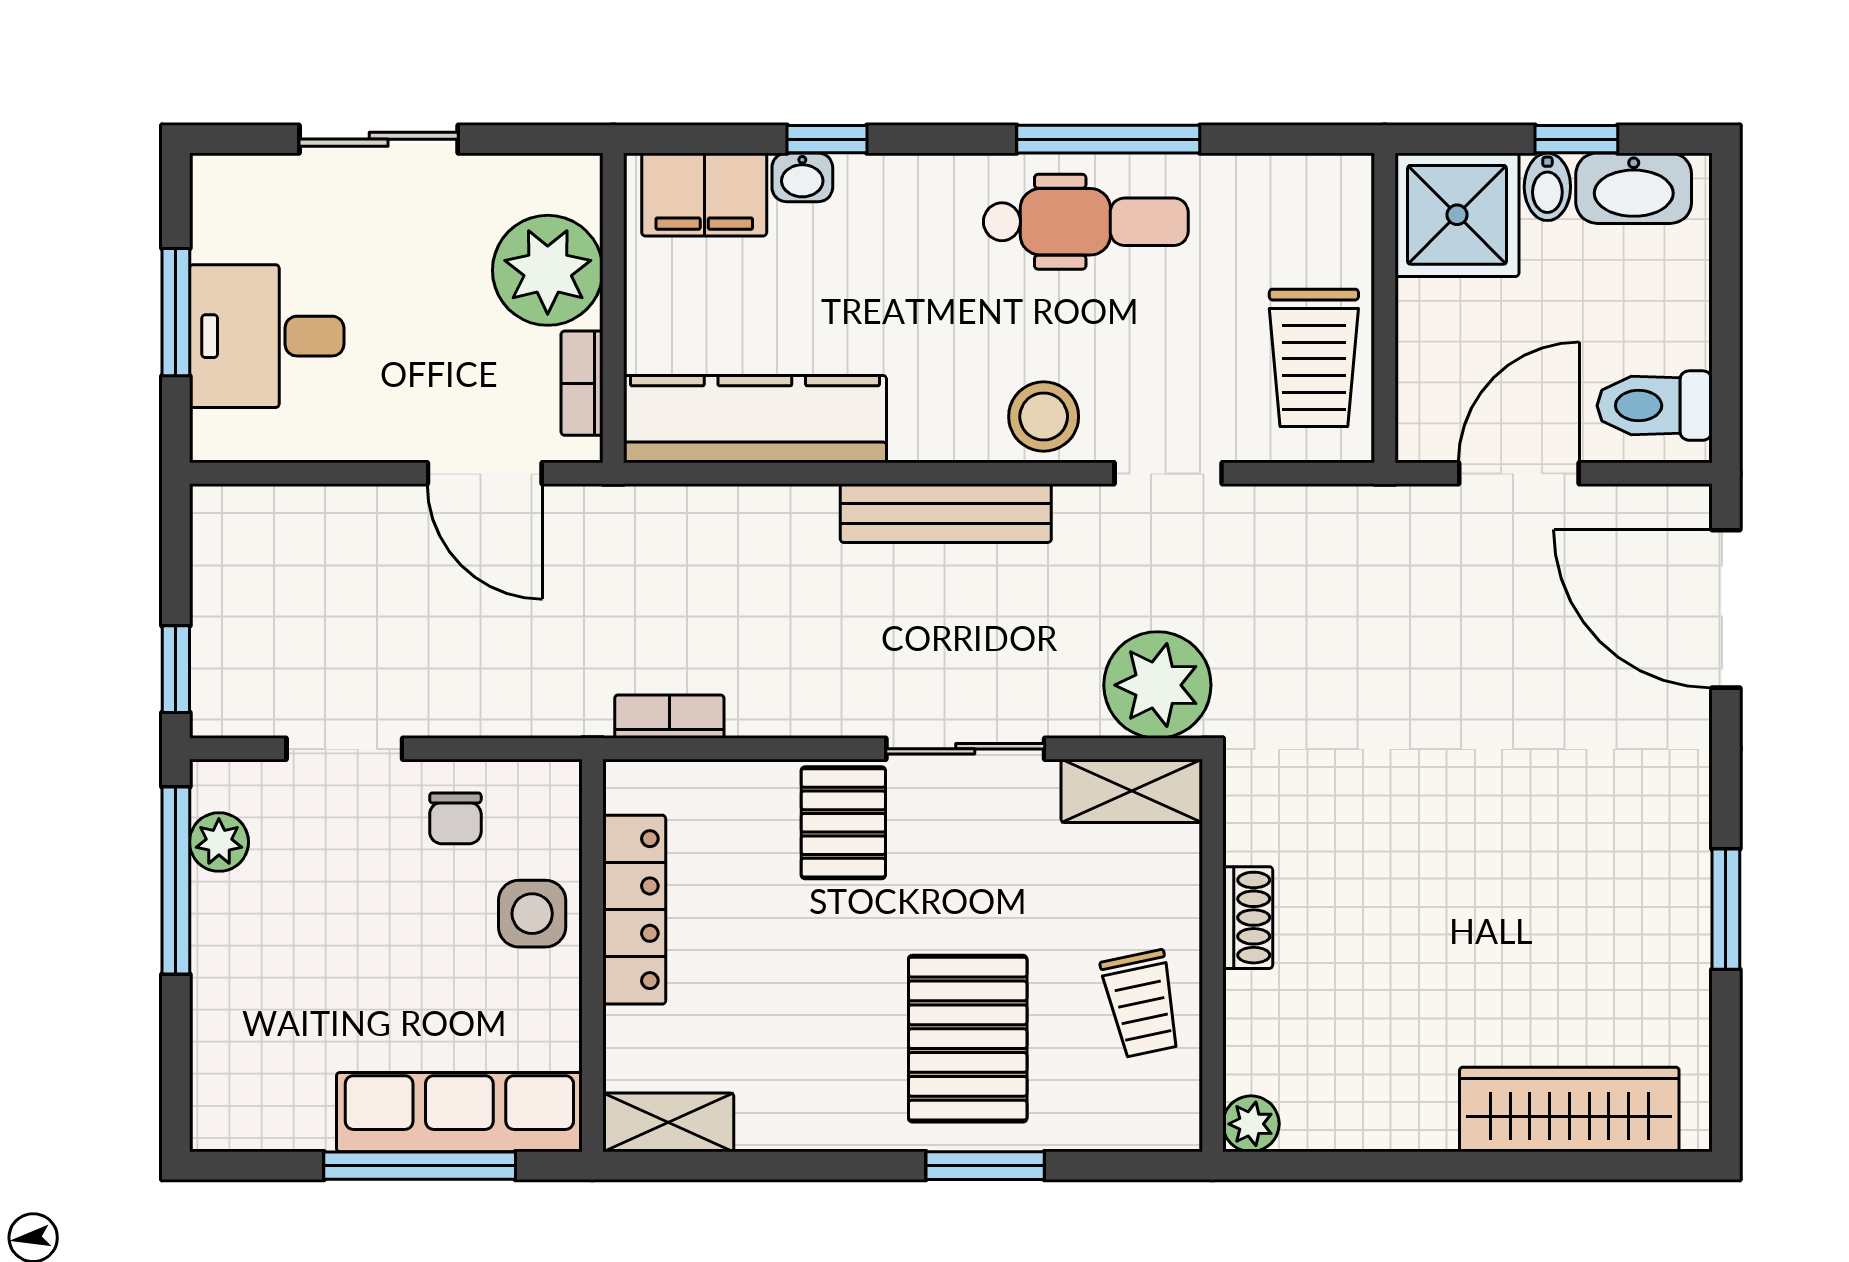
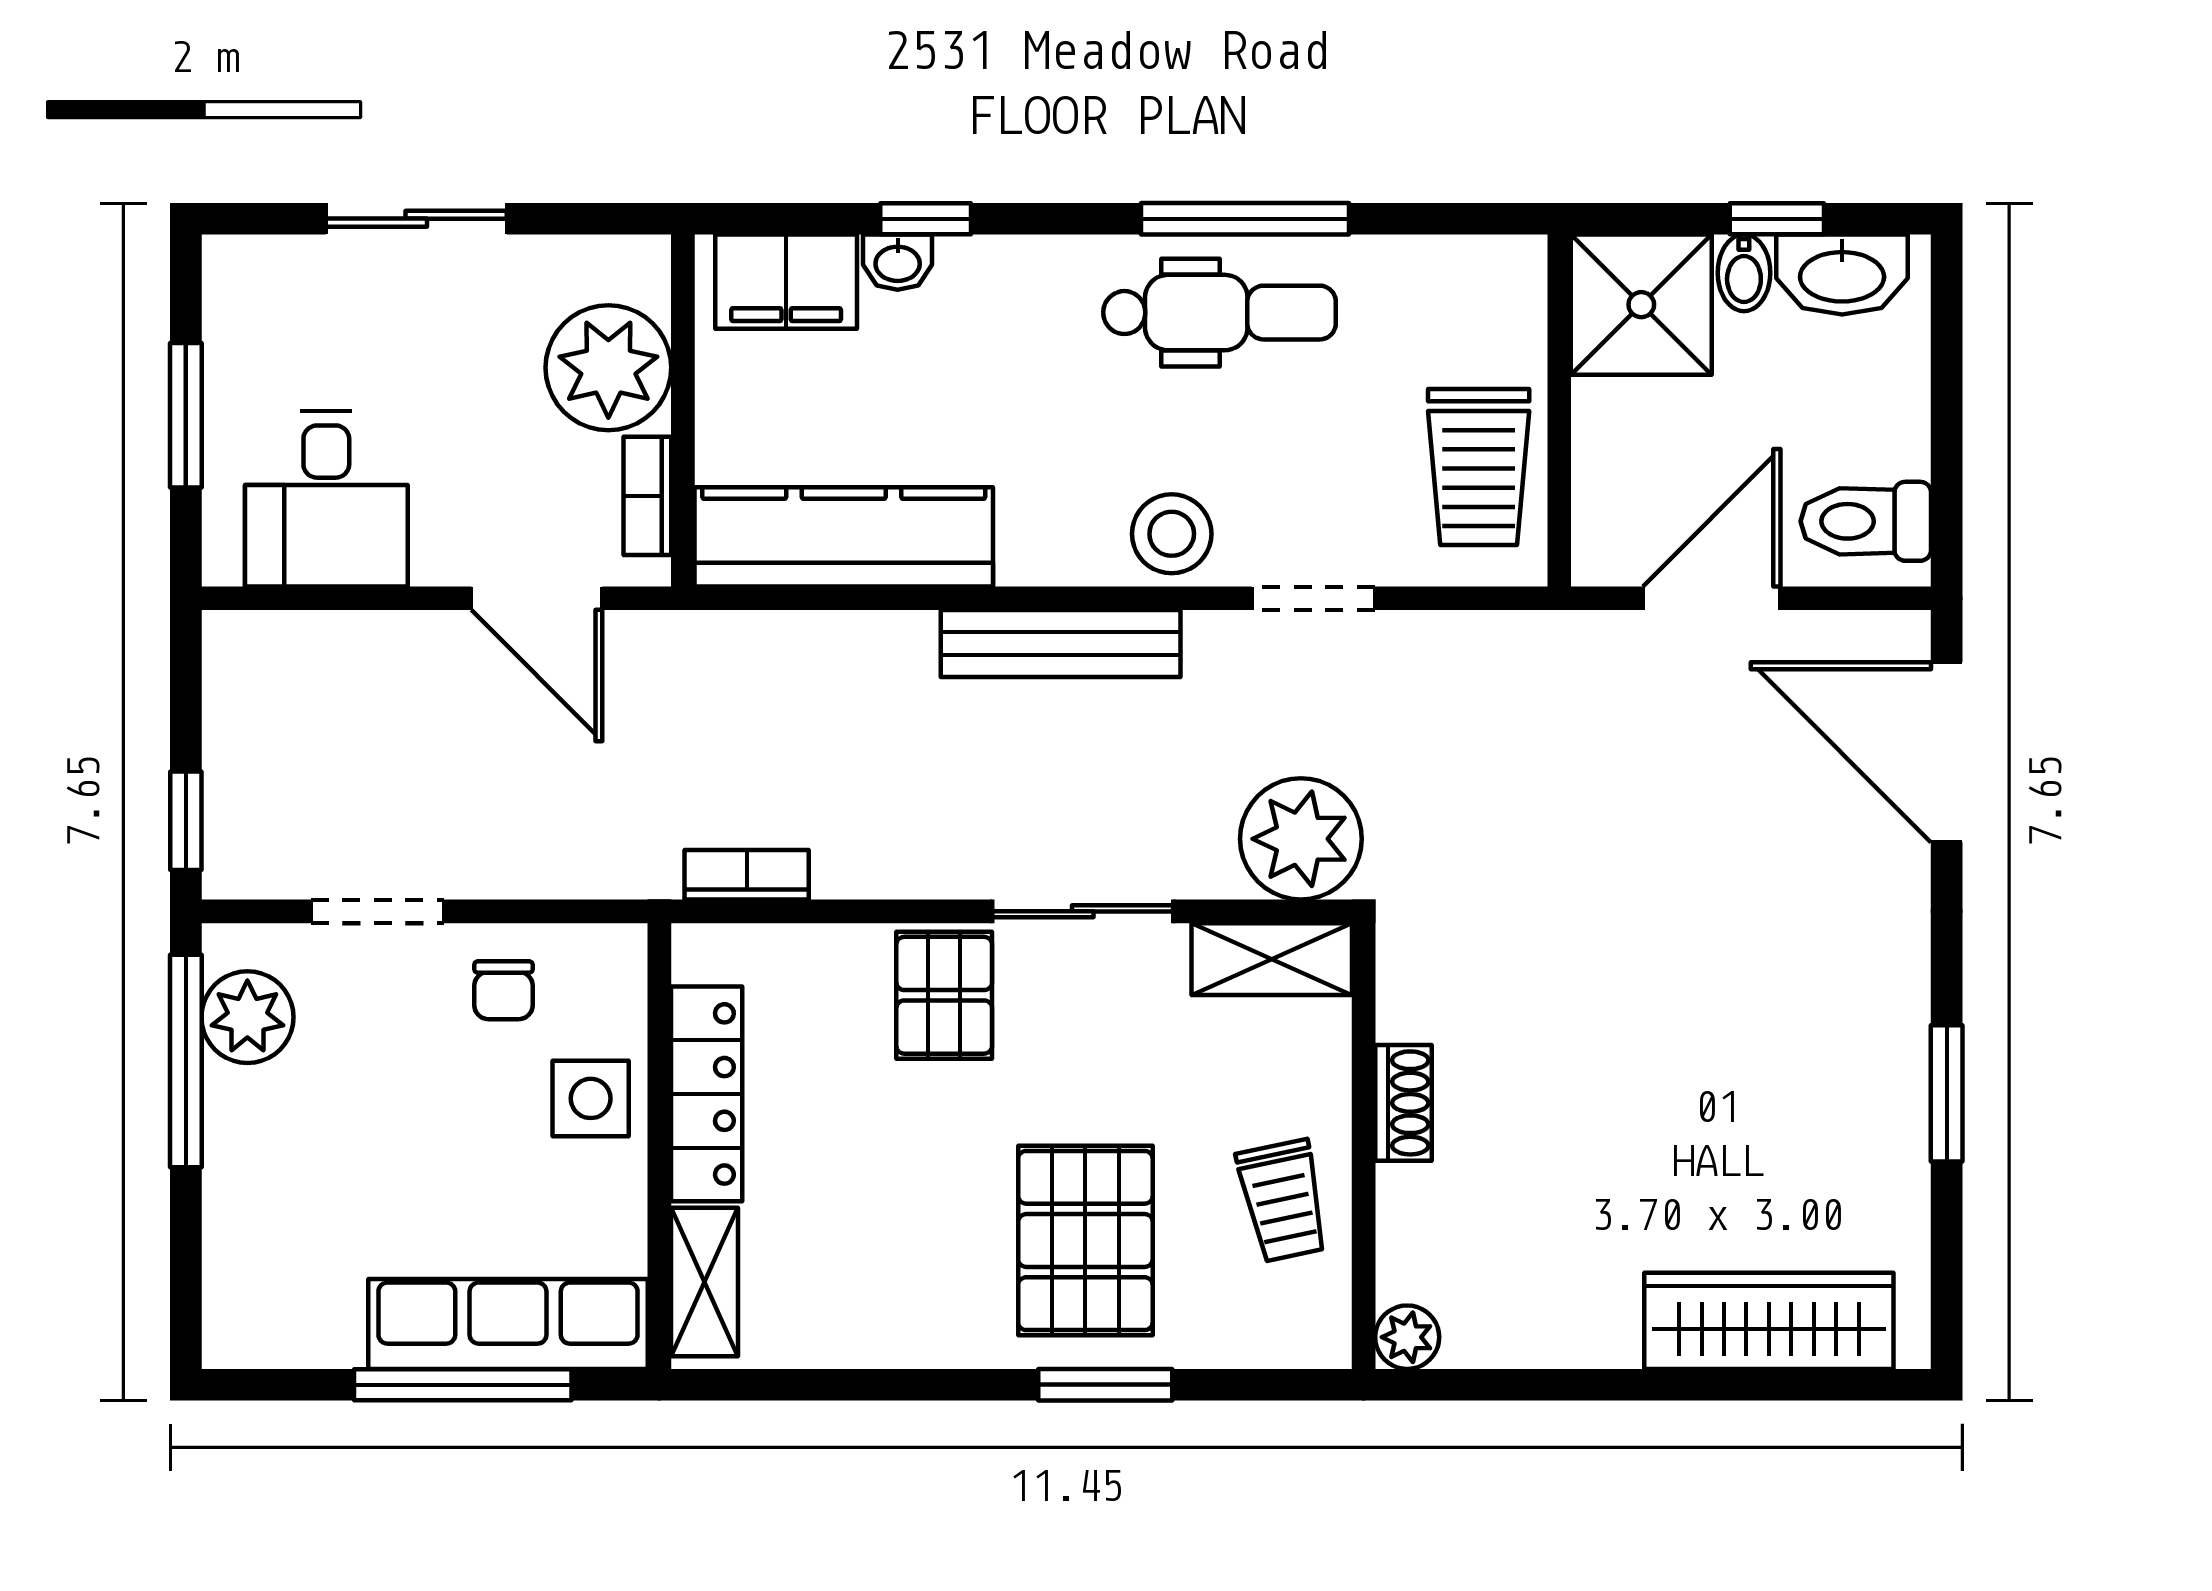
desk: (267, 336) -> (326, 499), moved, turned -90
plant: (219, 842) -> (247, 1017), width x1.38, depth x1.38
shelving: (668, 1122) -> (704, 1282), moved, turned 90

